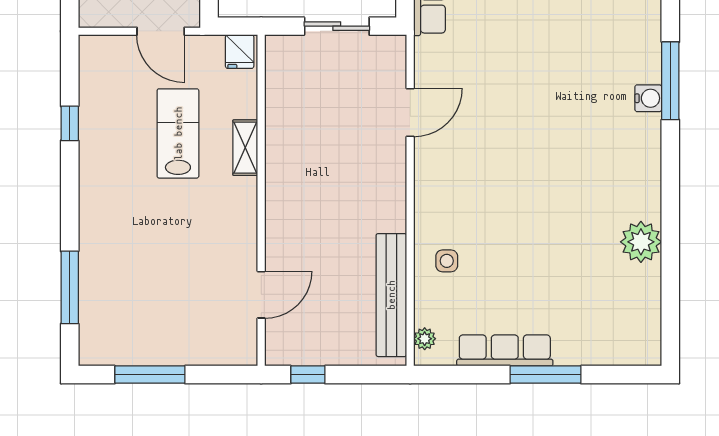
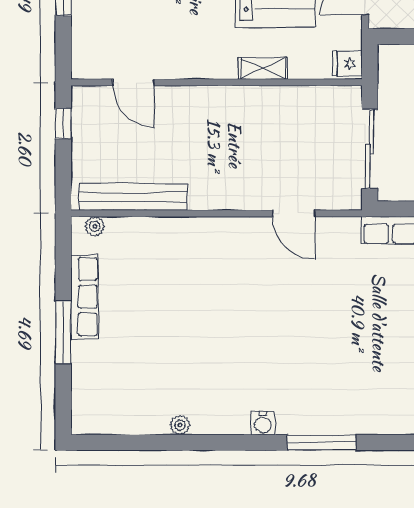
sliding door: (337, 26) -> (370, 149), width x1.37
water cooler: (648, 98) -> (263, 423), moved
plant: (641, 242) -> (180, 425), width x0.53, depth x0.53
side table: (447, 261) -> (163, 246), removed

